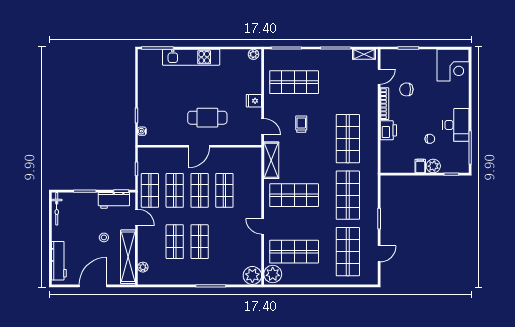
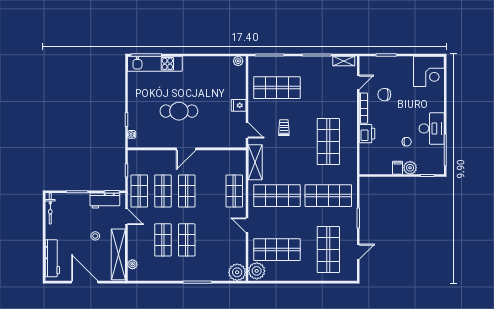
kitchen unit: (191, 57) -> (155, 64), moved
cafe table: (207, 118) -> (179, 111), moved
shop shelf: (224, 190) -> (234, 191), moved
shop shelf: (348, 195) -> (328, 196), turned 90
door: (93, 286) -> (85, 282), hinge flipped

